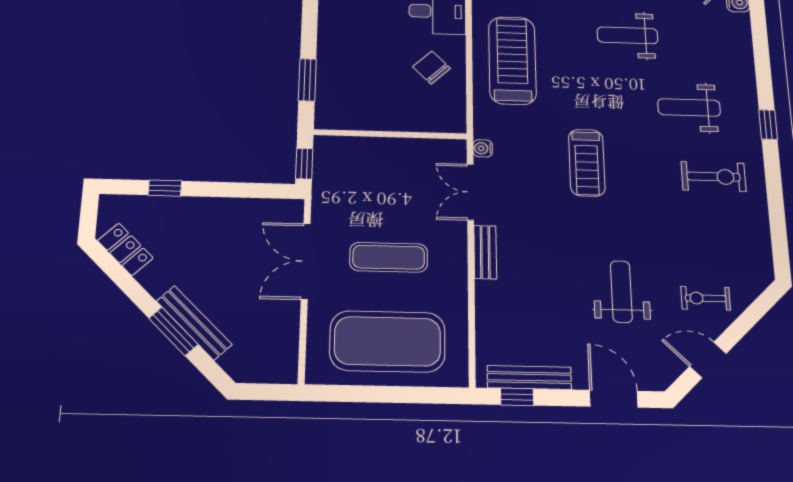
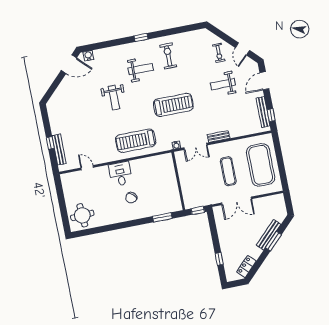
chair: (432, 68) -> (131, 198), moved
weight bench: (689, 108) -> (141, 69), turned -90
treadmill: (587, 163) -> (173, 105), width x1.37, depth x1.38

